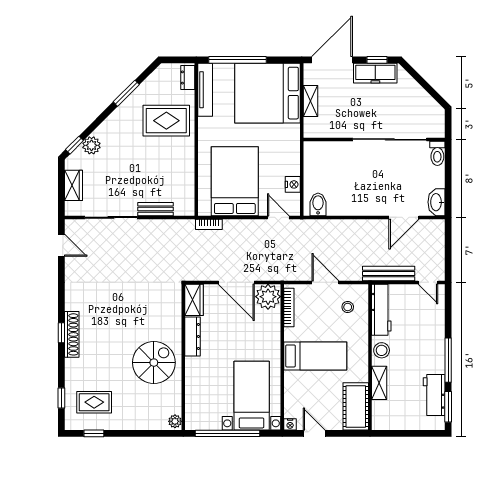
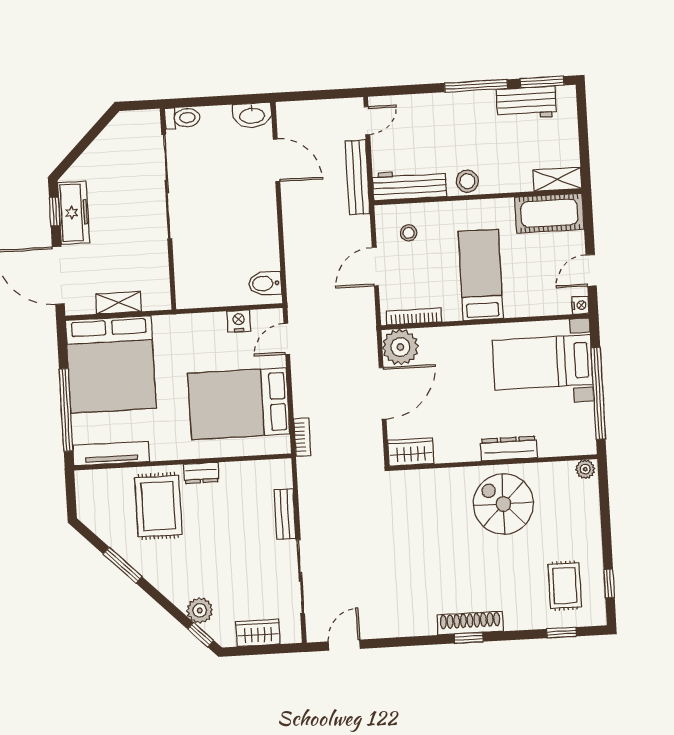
dresser: (188, 78) -> (201, 473), moved
dresser: (192, 336) -> (509, 448), moved
shelving: (379, 383) -> (557, 179), moved

